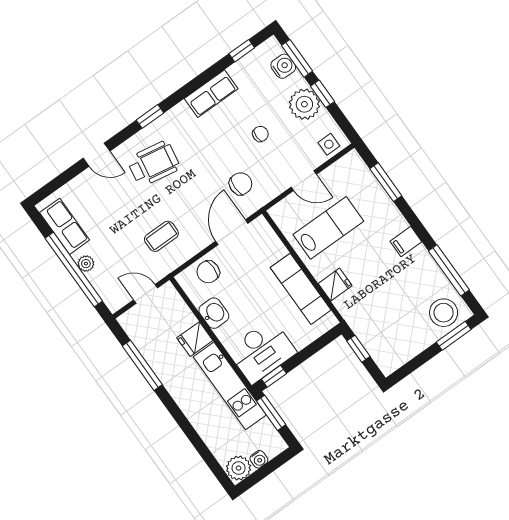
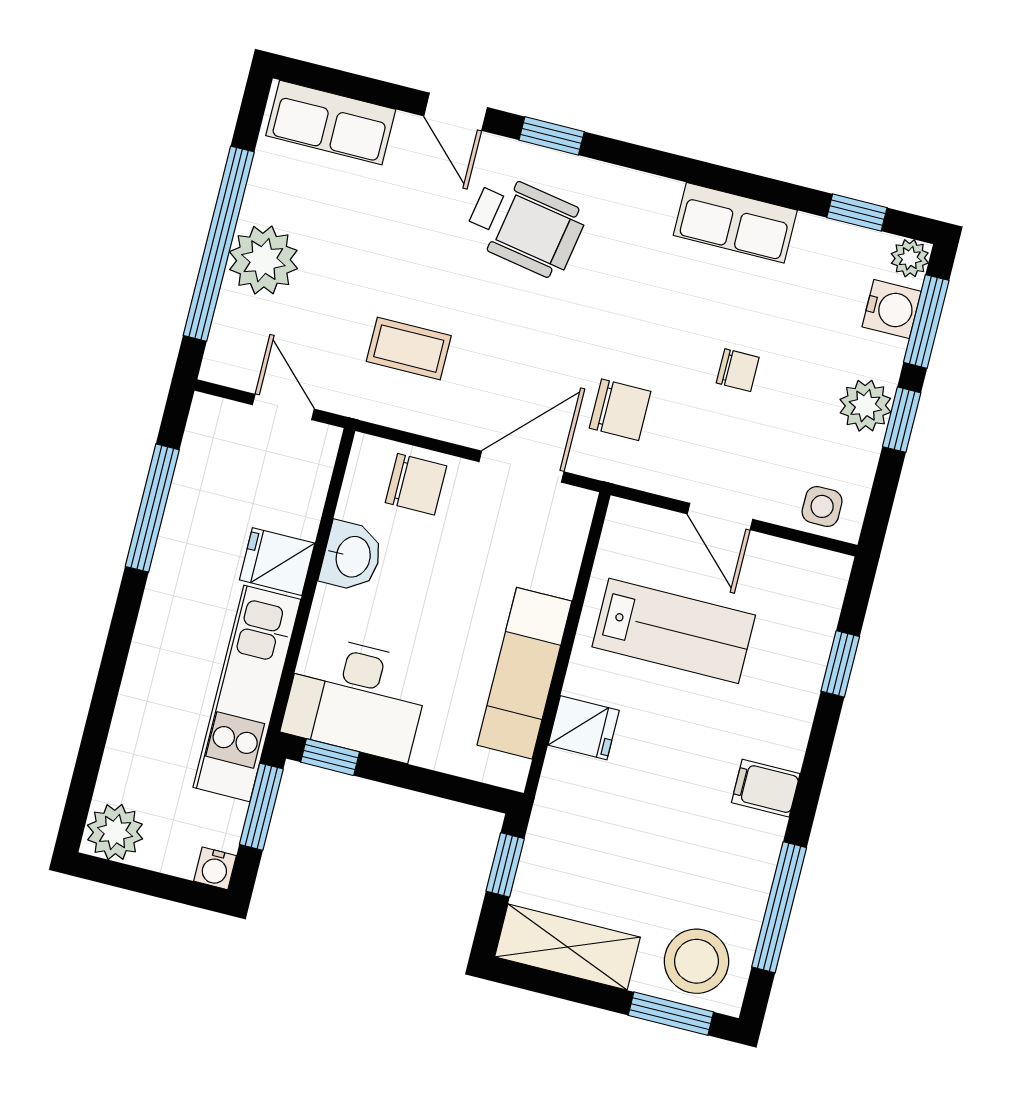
plant: (272, 46) -> (910, 258), added
plant: (304, 104) -> (865, 406), width x0.73, depth x0.73
window: (150, 116) -> (552, 136), moved
window: (386, 182) -> (840, 664), width x0.67
row of seats: (65, 226) -> (331, 123), moved, turned 90
plant: (86, 264) -> (263, 260), width x1.88, depth x1.88
chair: (208, 272) -> (416, 484), turned 180
shelving: (403, 351) -> (568, 947), added
water cooler: (259, 459) -> (215, 868), moved

